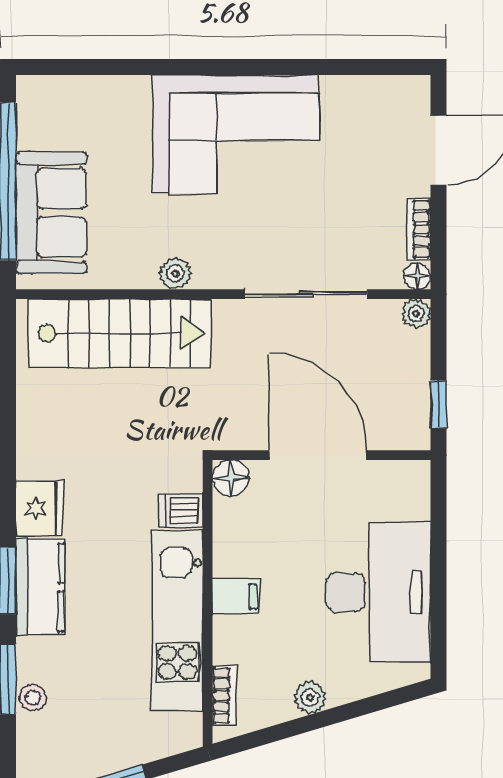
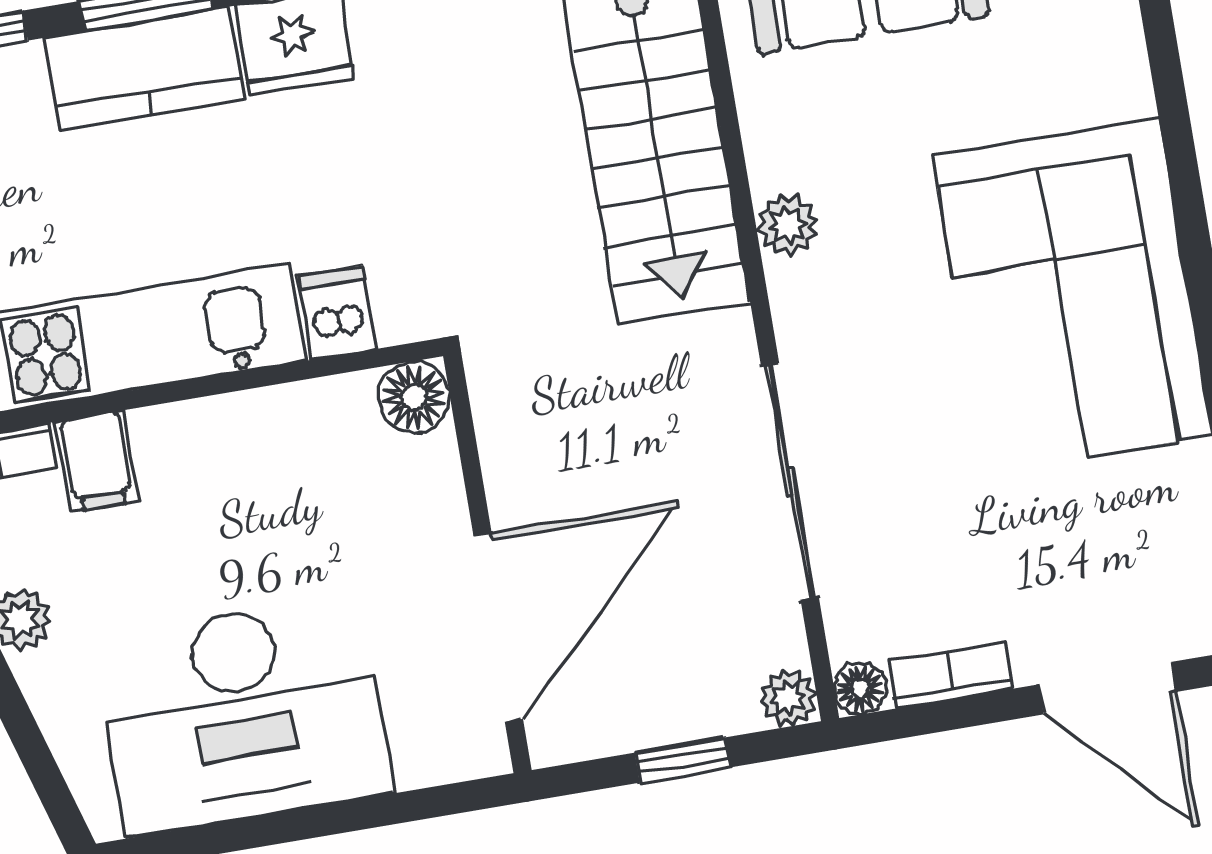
window: (439, 404) -> (683, 760), moved
door: (318, 455) -> (498, 628), moved
filing cabinet: (236, 597) -> (97, 461), moved

